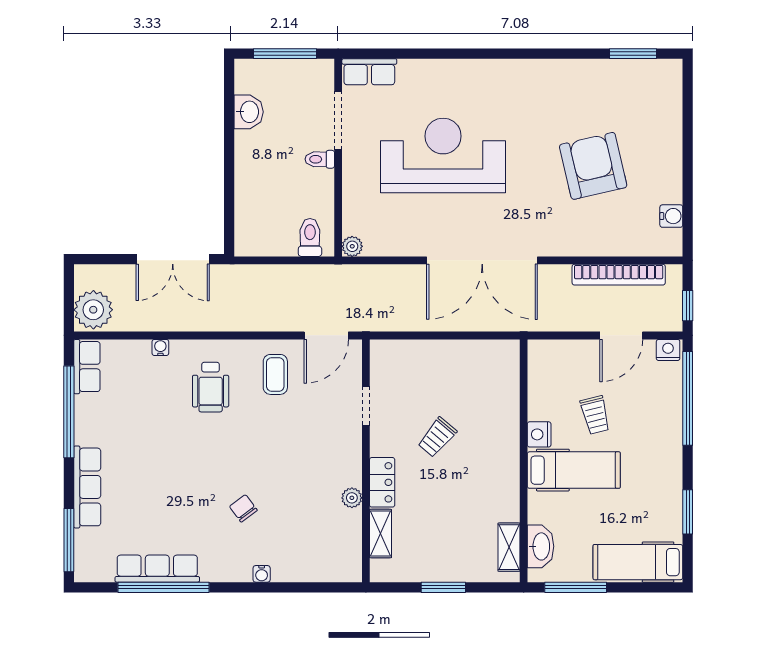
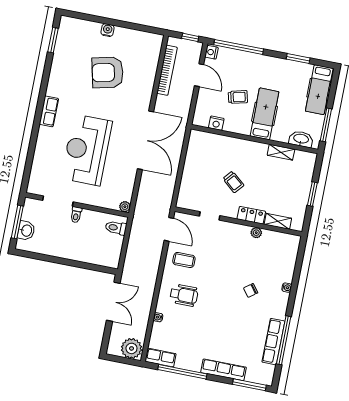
row of seats: (369, 72) -> (49, 111), moved
washbasin: (249, 112) -> (26, 230), moved, turned 90
water cooler: (671, 216) -> (108, 30), moved
nightstand: (539, 434) -> (216, 123), moved
shelving: (509, 547) -> (281, 152), moved

